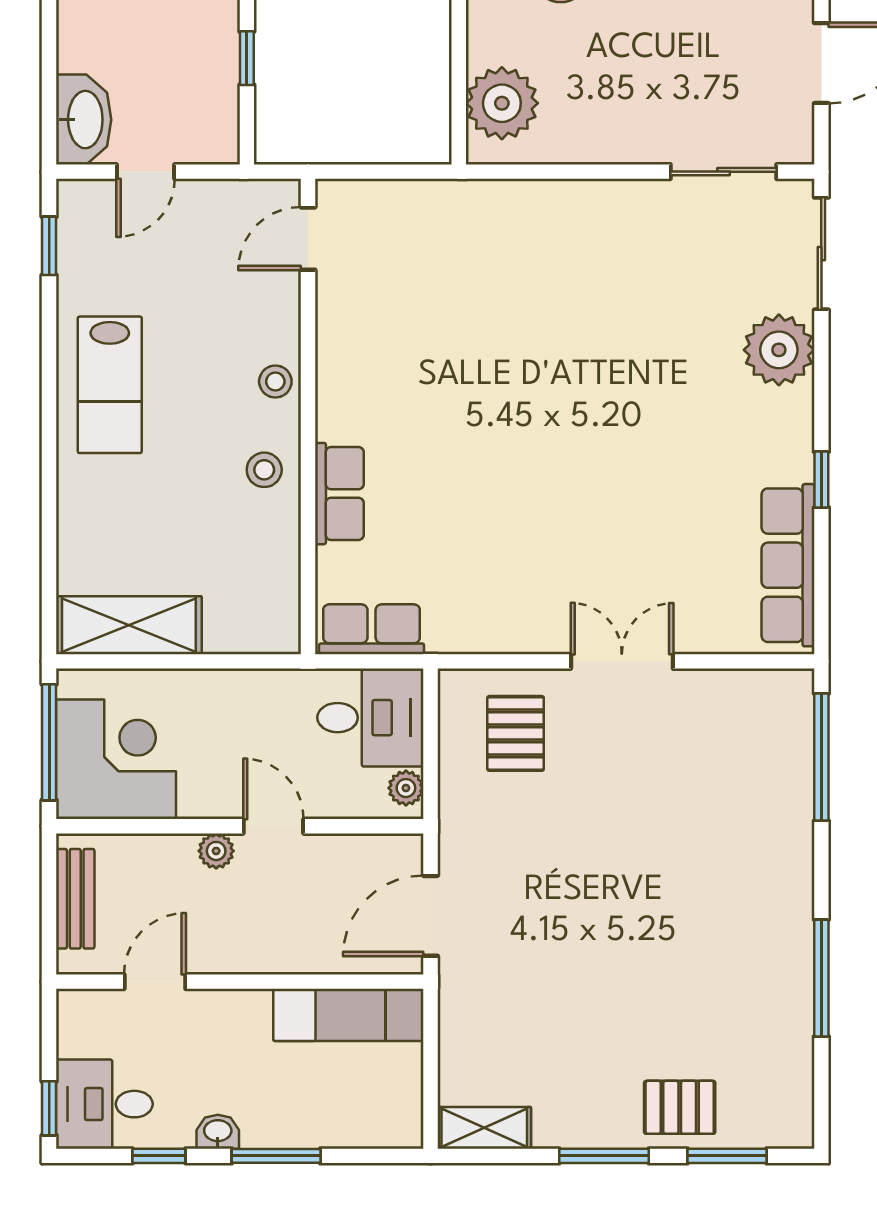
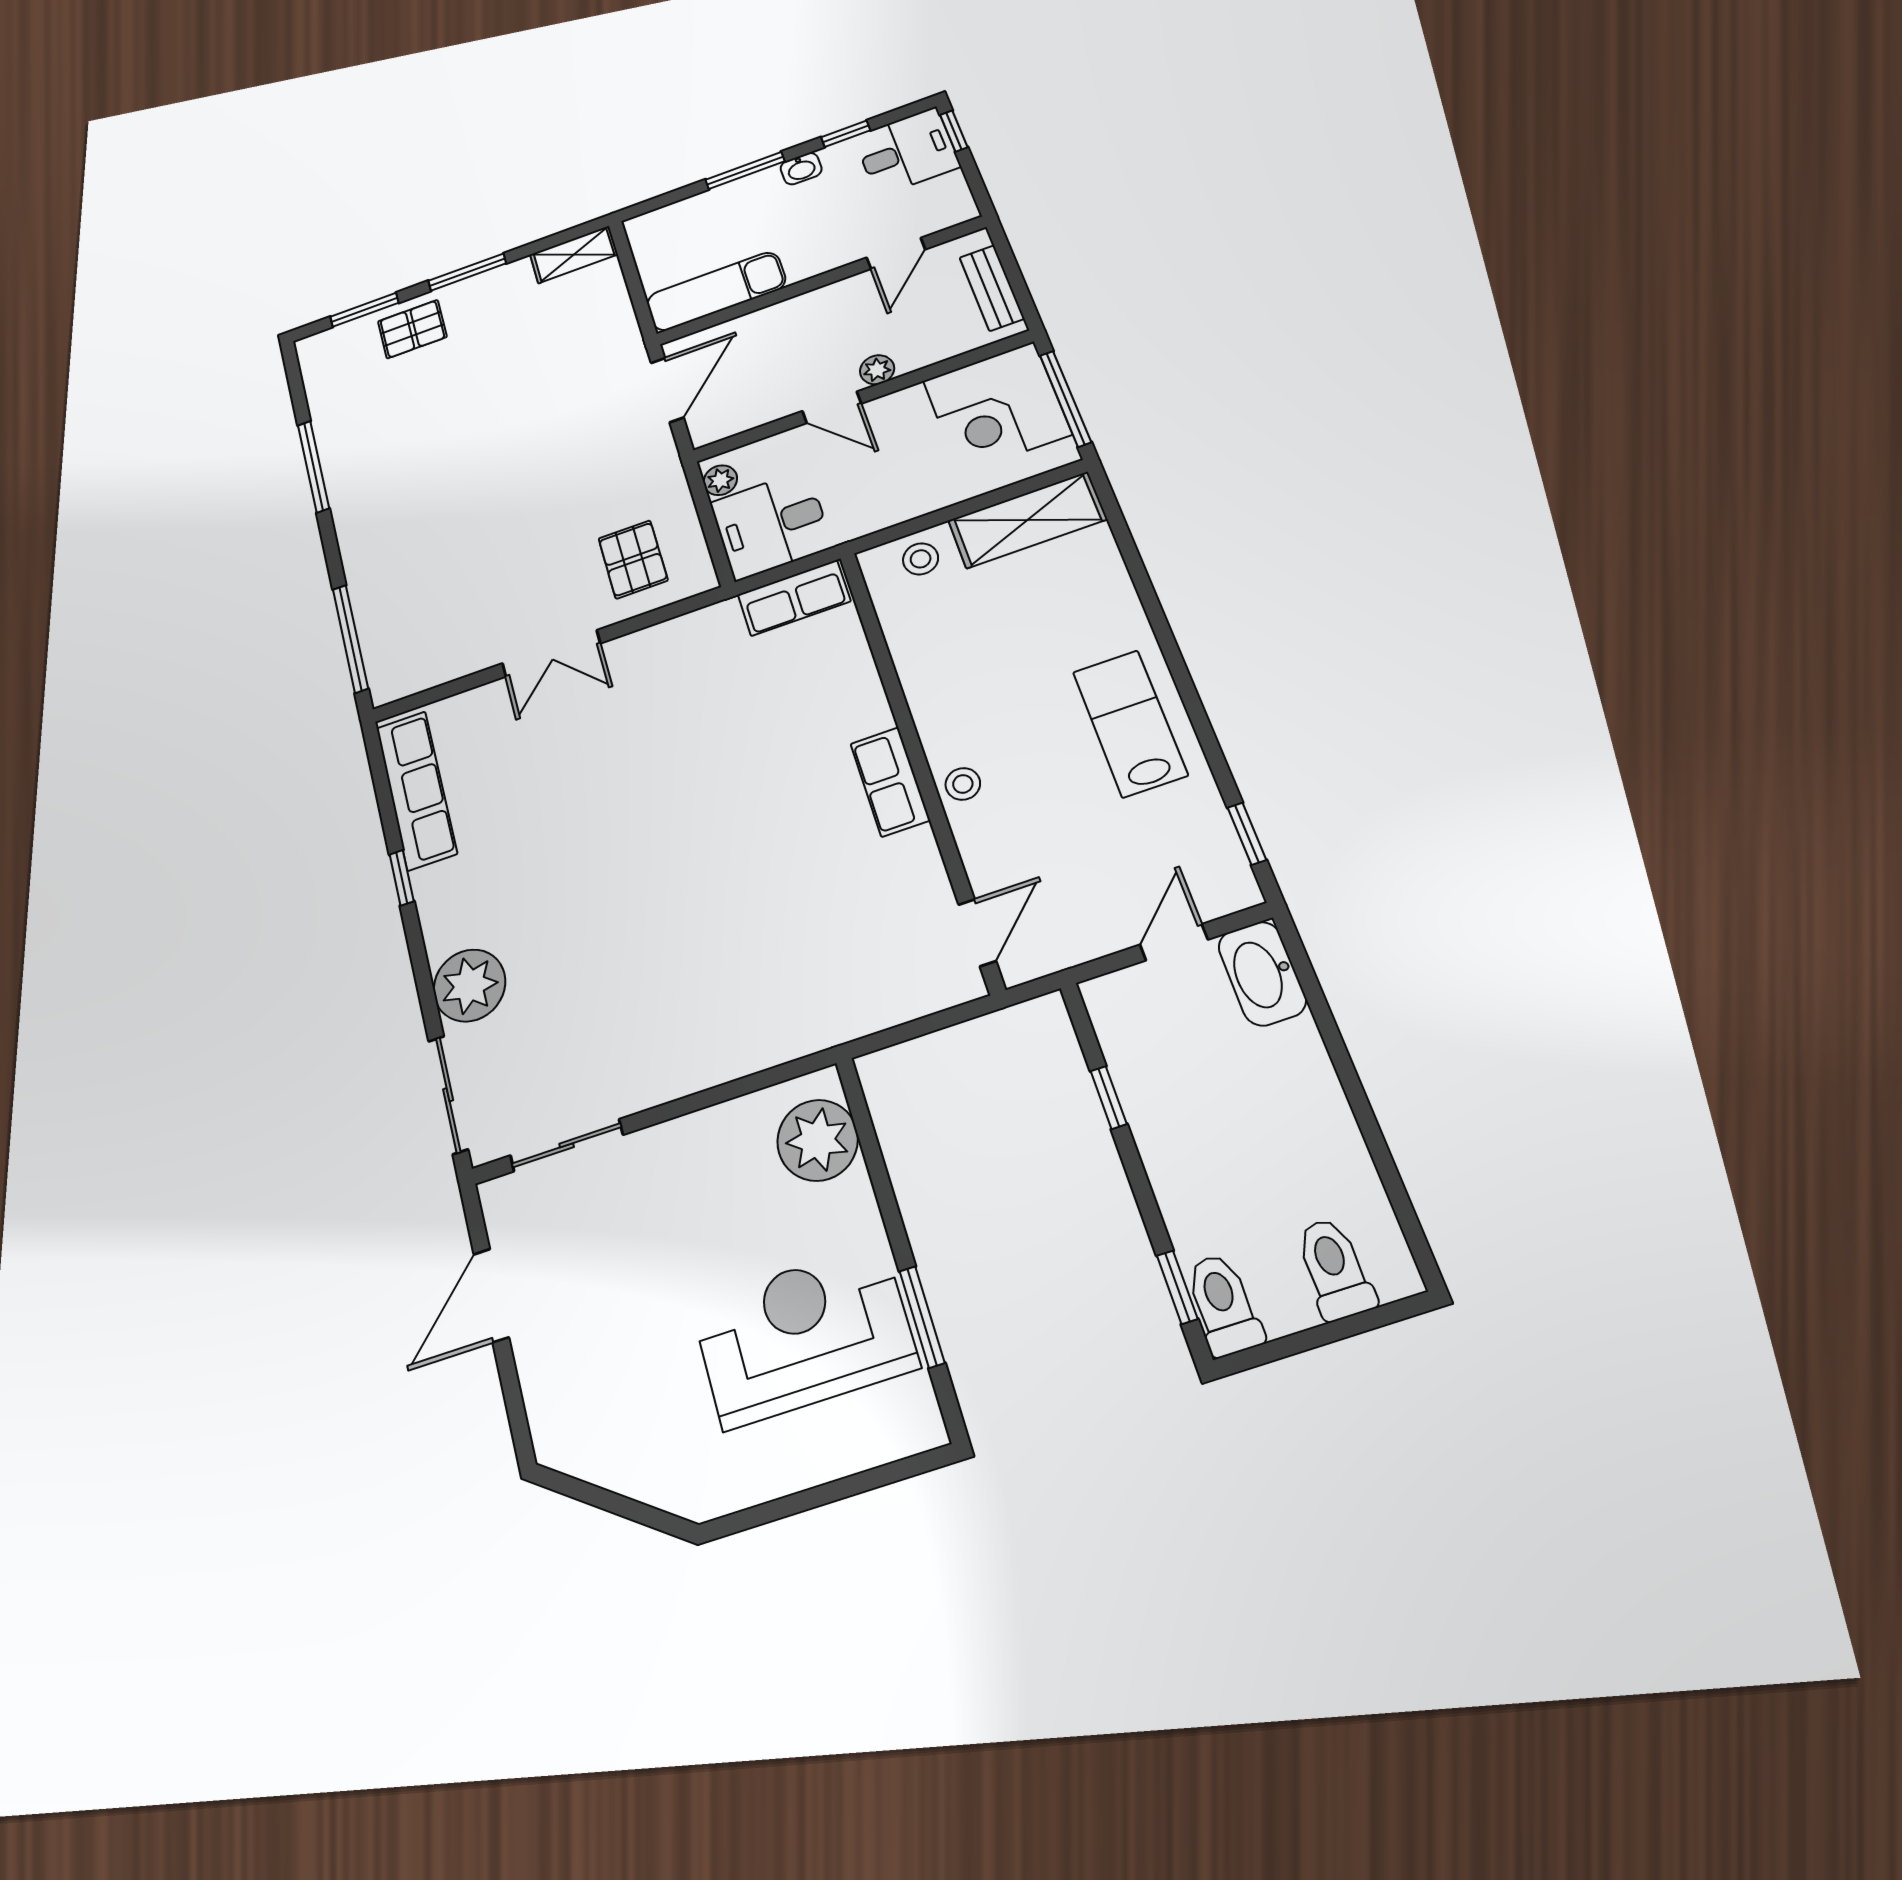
stool: (264, 470) -> (921, 559), moved
row of seats: (339, 494) -> (890, 782), moved

